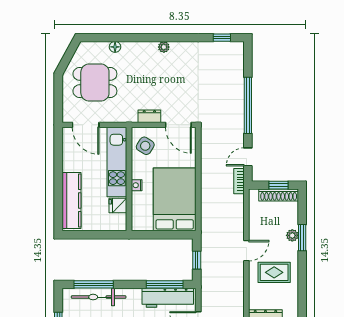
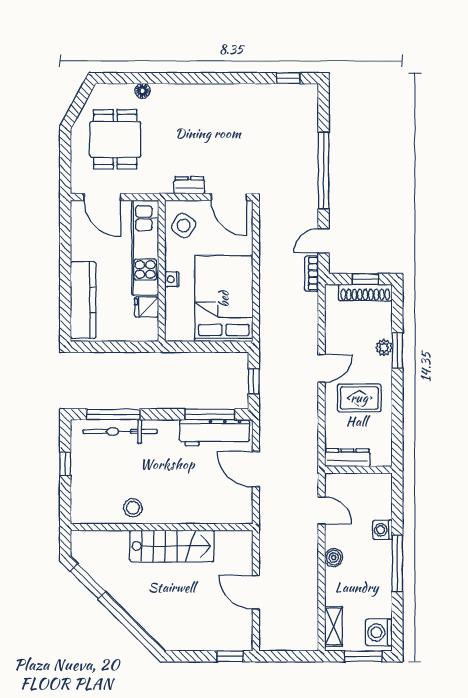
plant: (164, 47) -> (209, 91), removed
dining table: (95, 82) -> (115, 139), turned 90

